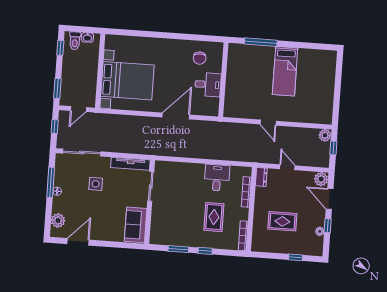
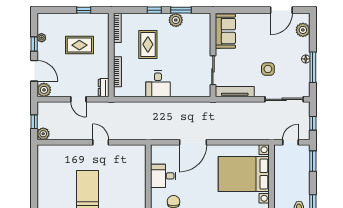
desk: (217, 178) -> (158, 84), moved
plant: (184, 239) -> (176, 20), added
window: (296, 257) -> (84, 10), moved

